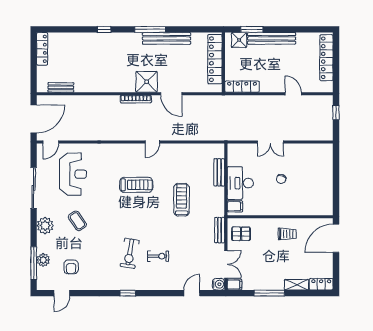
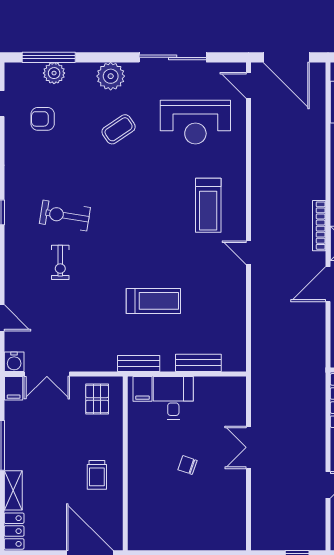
desk: (240, 183) -> (173, 398), width x0.73
treadmill: (136, 185) -> (208, 205), moved
bench: (220, 230) -> (139, 363), moved

